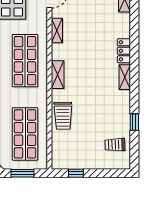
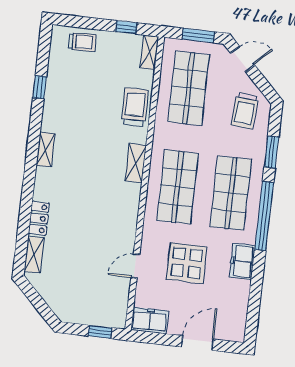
shelving: (57, 30) -> (149, 52), moved
locker: (124, 51) -> (39, 218), moved
trolley: (115, 145) -> (82, 42), moved

